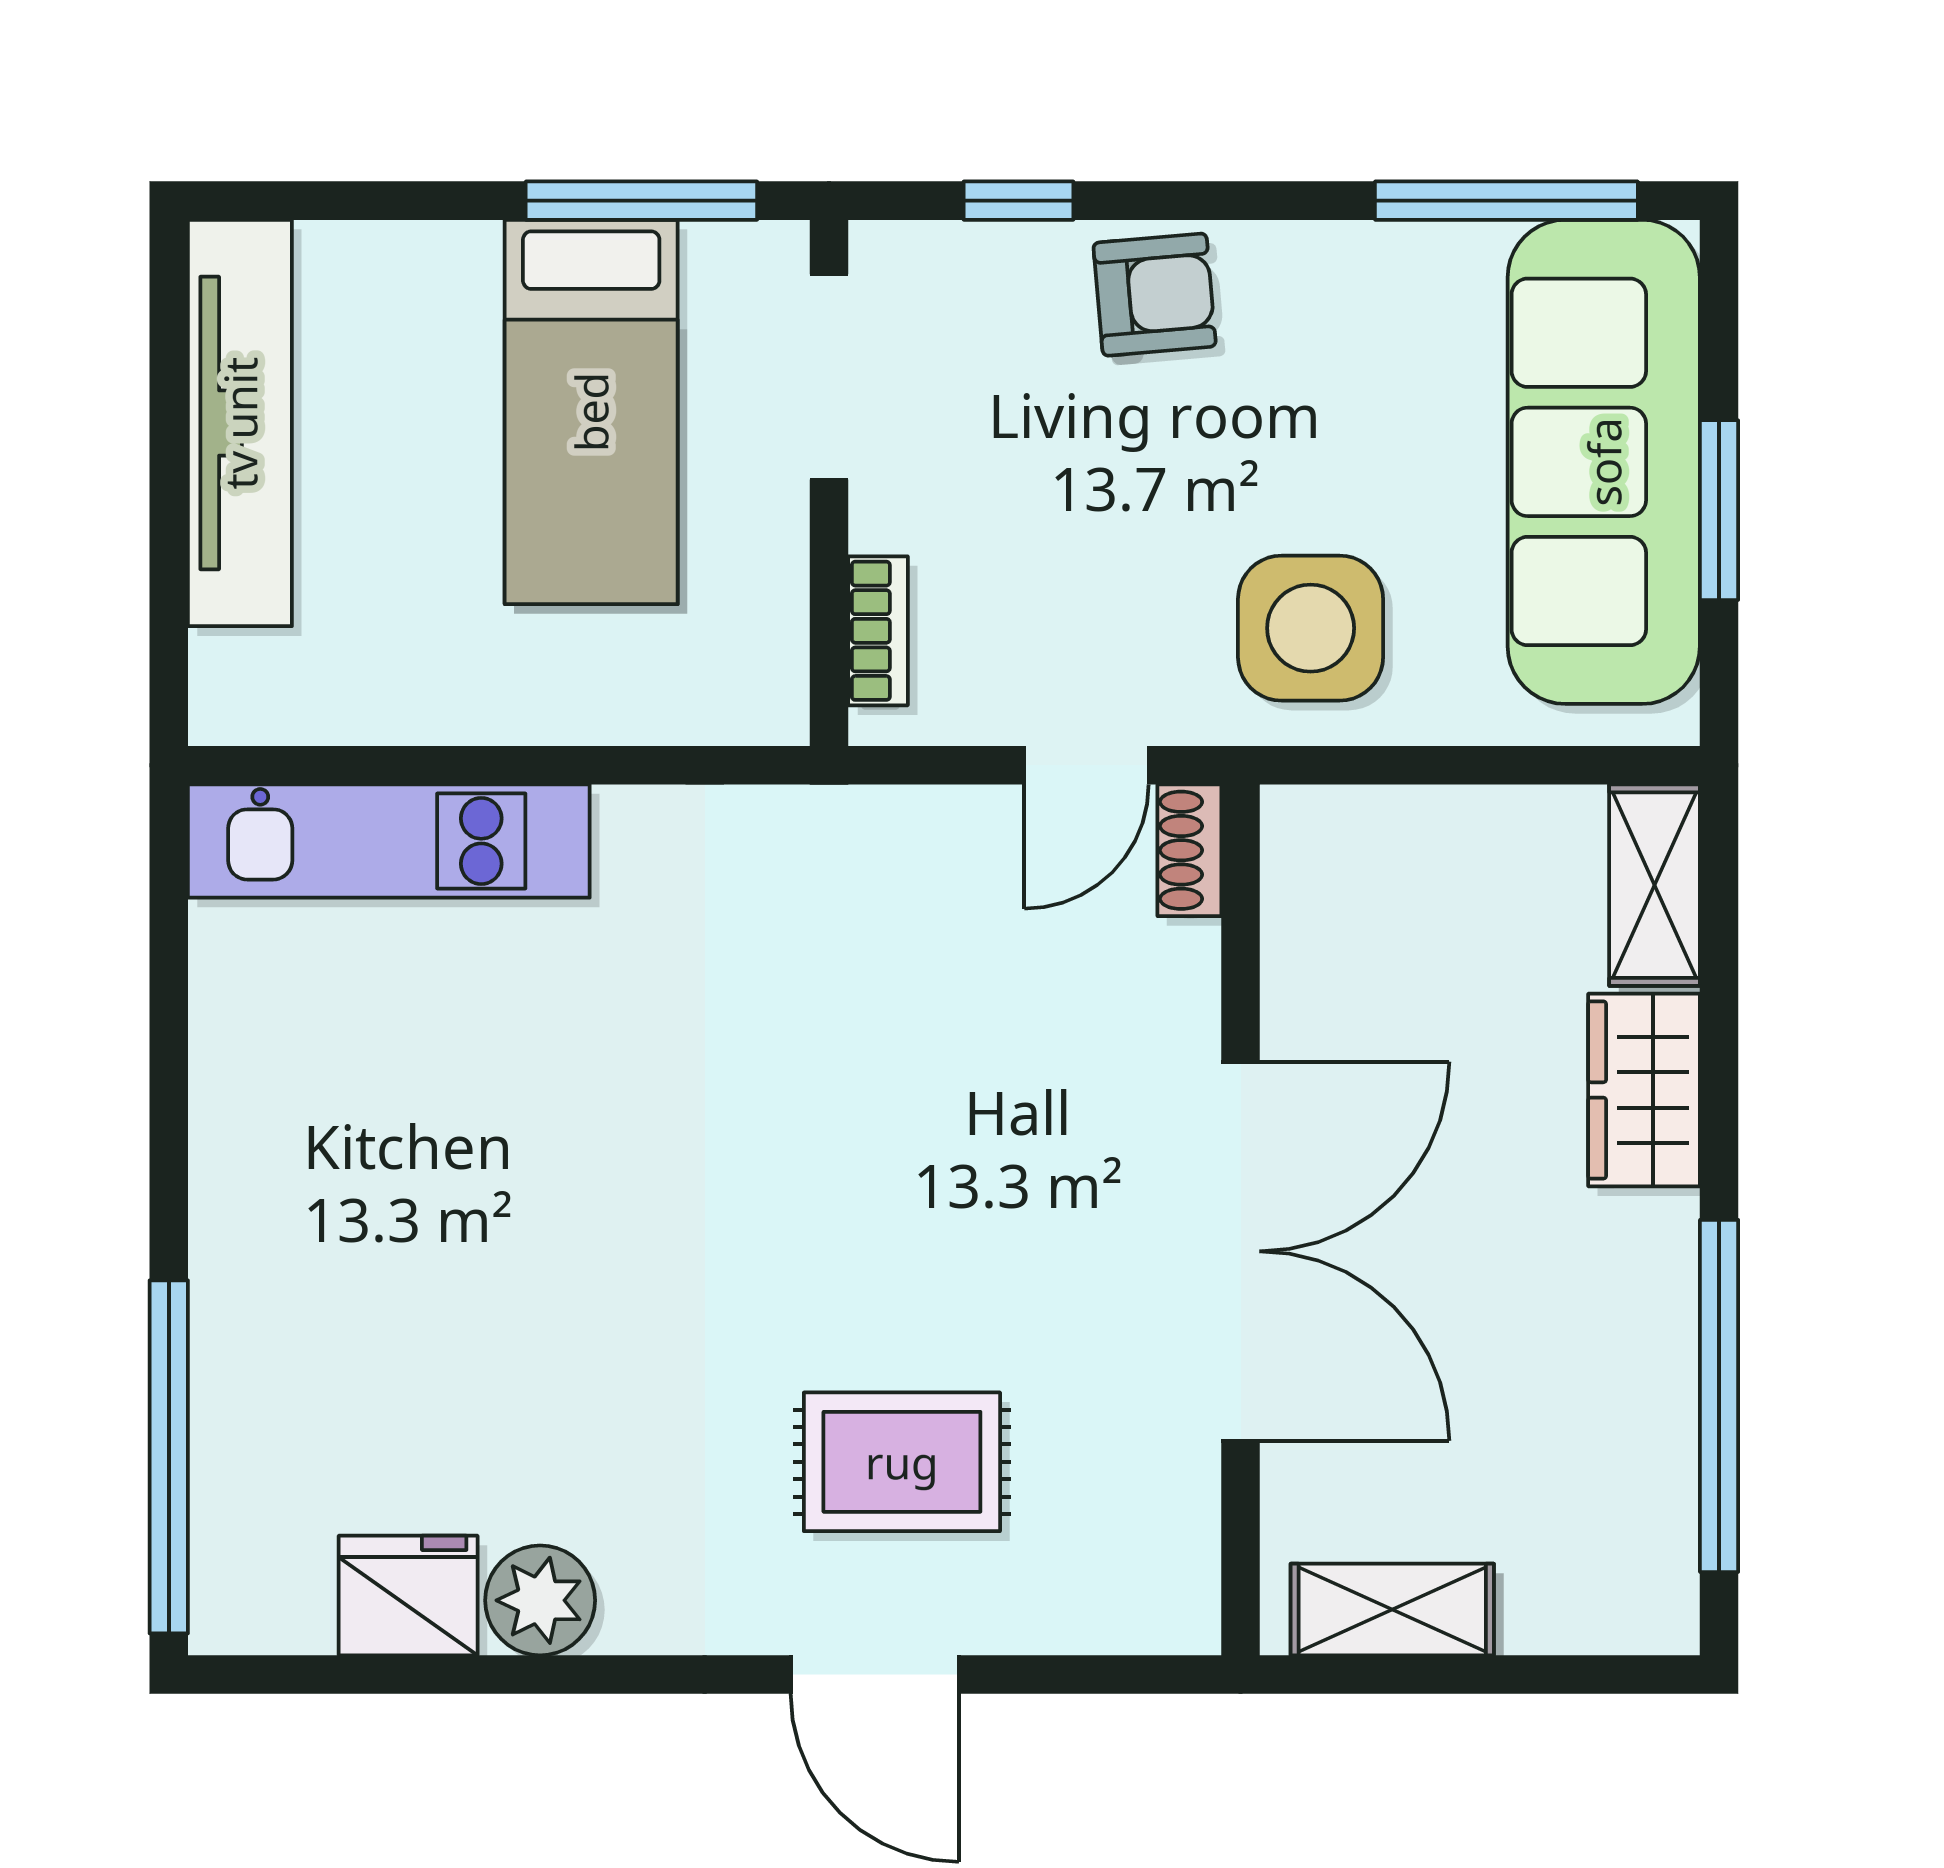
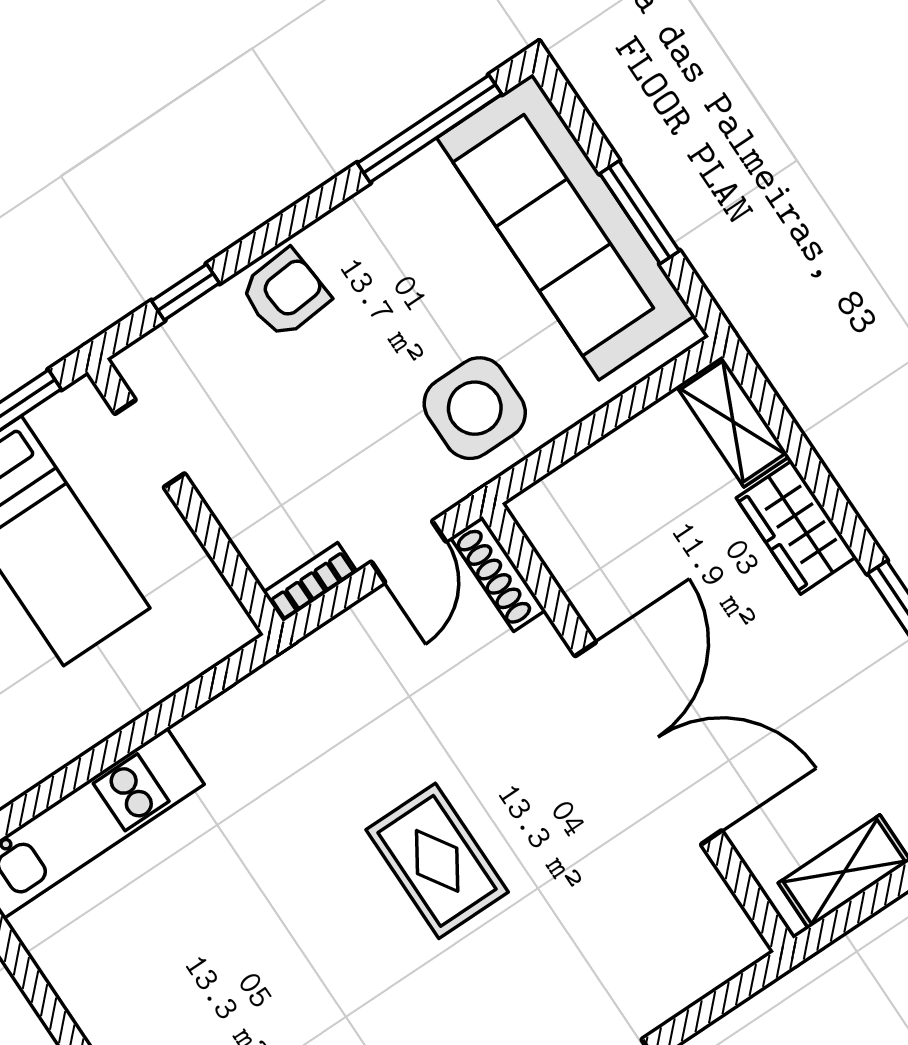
doorway: (829, 377) -> (150, 444), width x0.73
bookcase: (878, 631) -> (310, 582), moved, turned -90
shoe rack: (1189, 850) -> (498, 574), width x1.43
rug: (902, 1462) -> (437, 861), moved, turned 90

